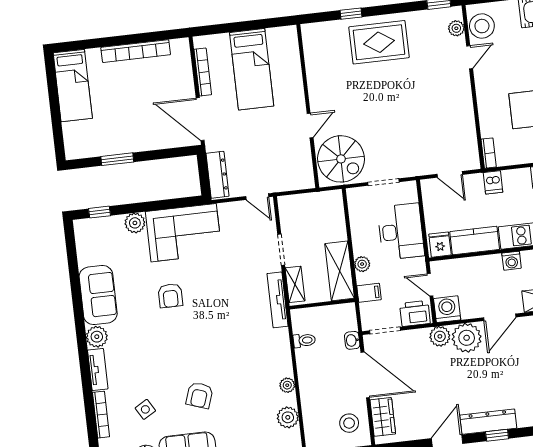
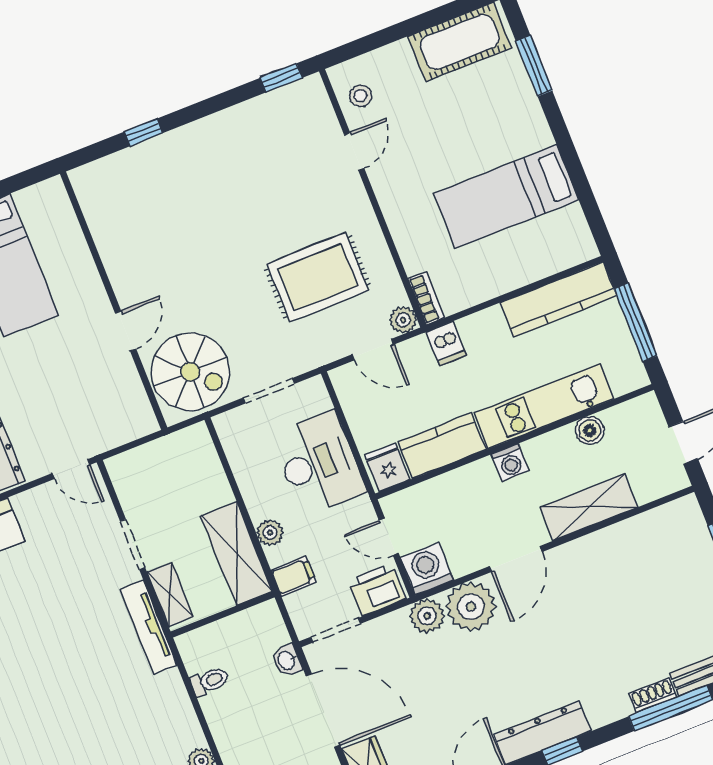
stool: (482, 26) -> (361, 96), width x0.53, depth x0.53
plant: (456, 28) -> (403, 320), moved
rug: (379, 42) -> (318, 277), moved

